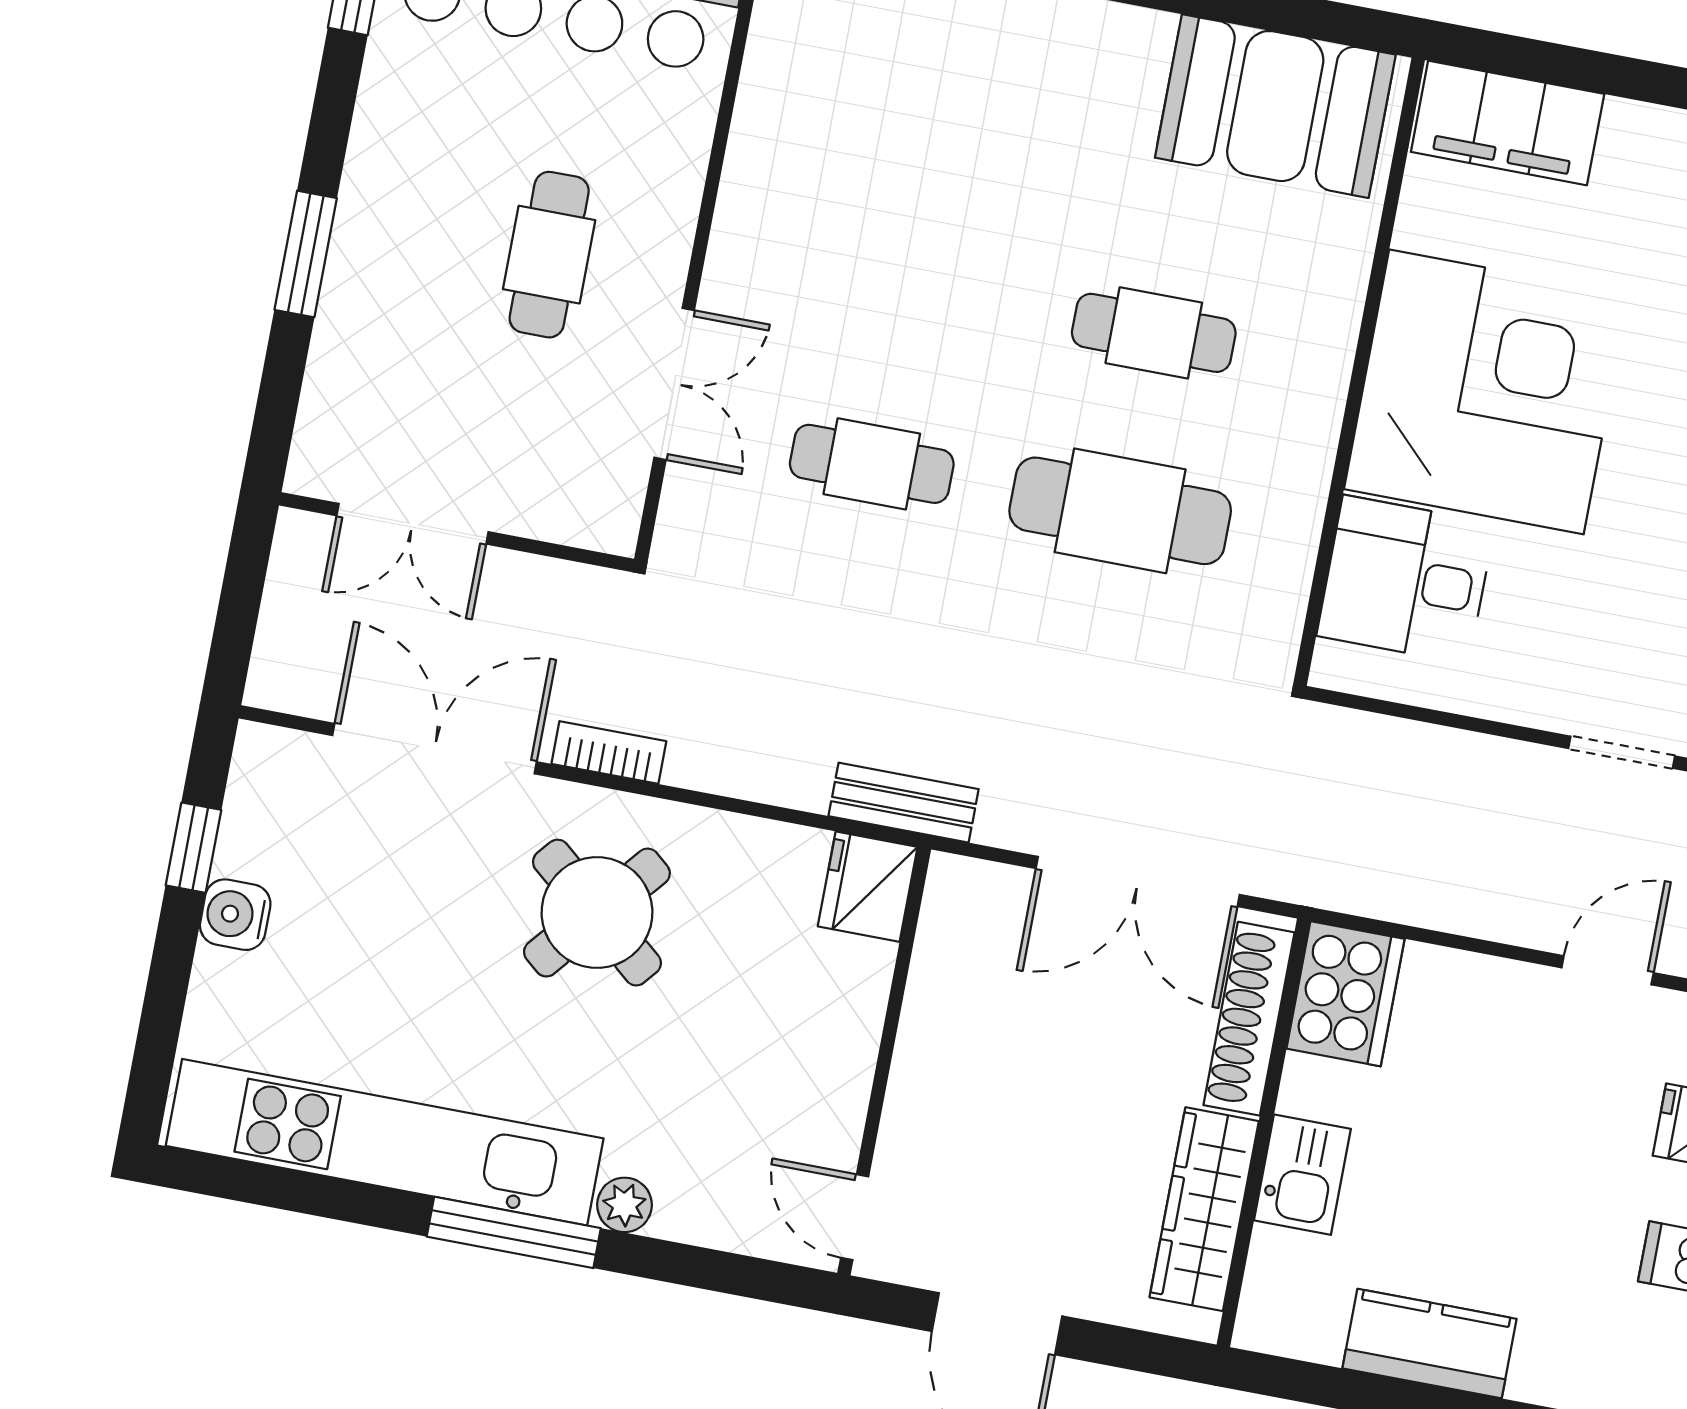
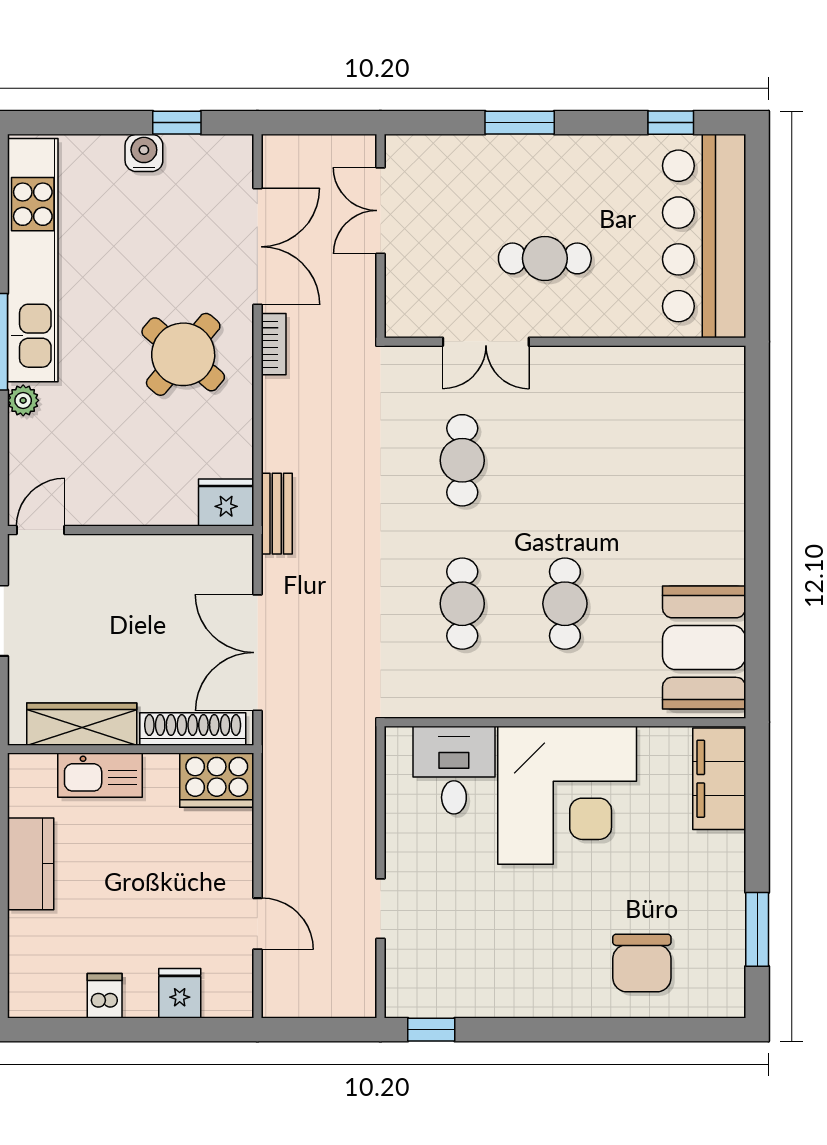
cafe table: (1120, 511) -> (462, 604), width x0.73, depth x0.74
kitchen sink: (1302, 1175) -> (100, 775), width x1.38

